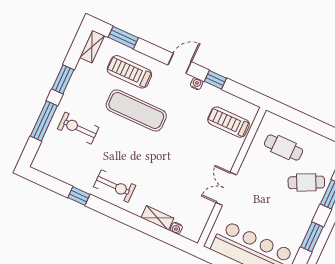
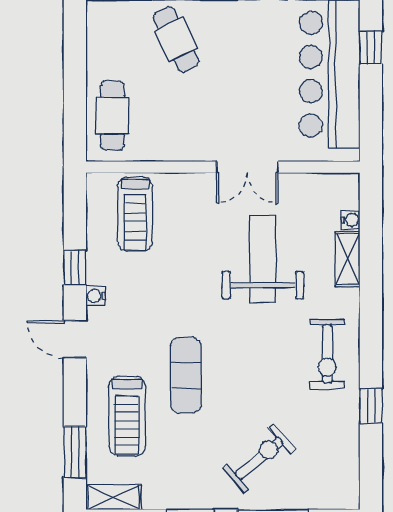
exercise mat: (136, 111) -> (186, 376), width x0.73, depth x0.69
exercise bike: (78, 128) -> (259, 458), turned -131
cafe table: (284, 147) -> (112, 116), moved
weight bench: (177, 176) -> (263, 259), added
exercise bike: (115, 186) -> (327, 354), turned 180

